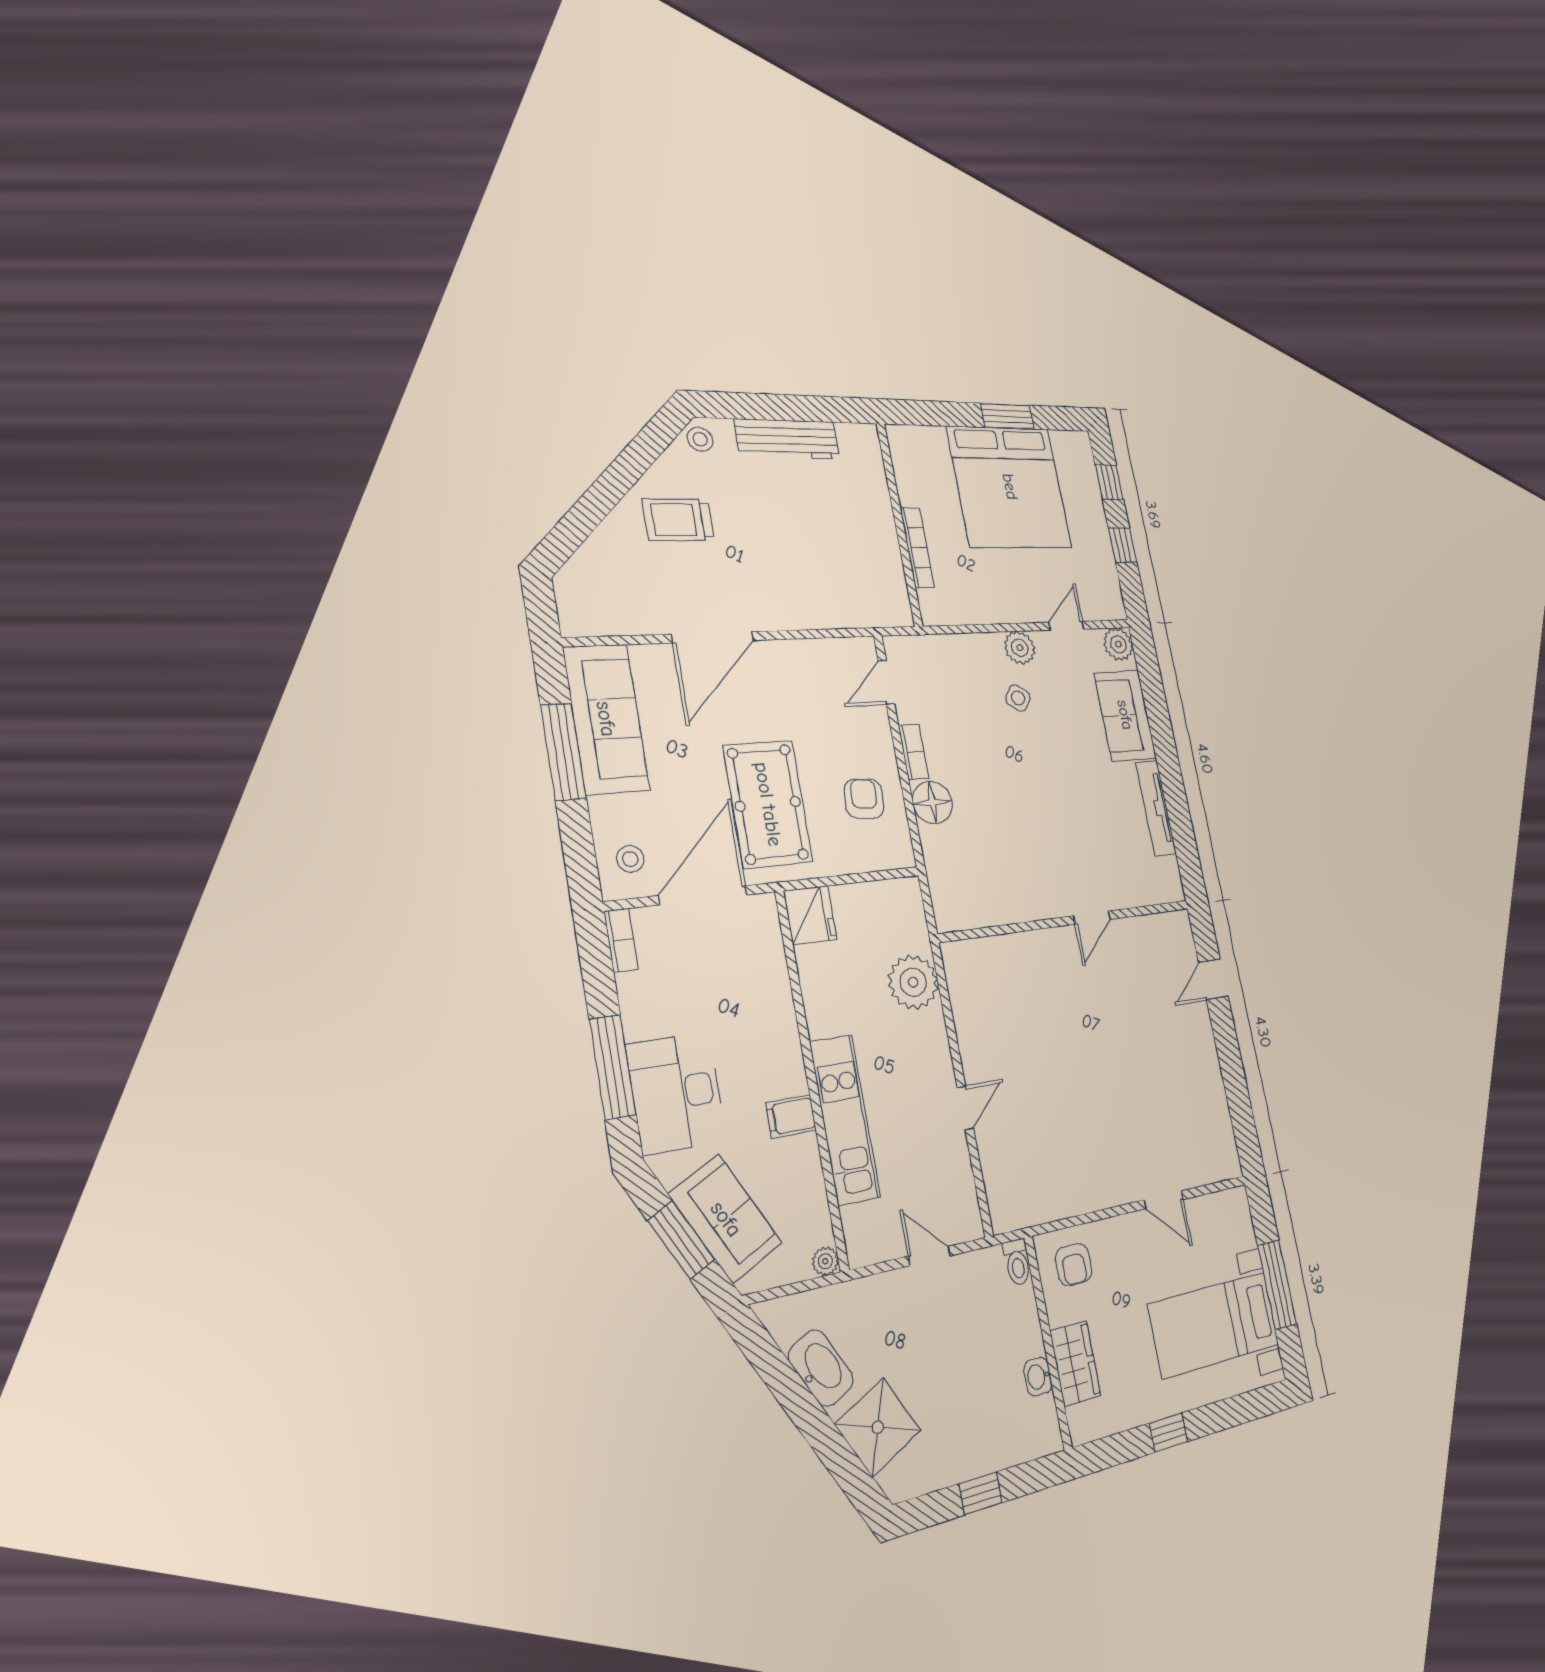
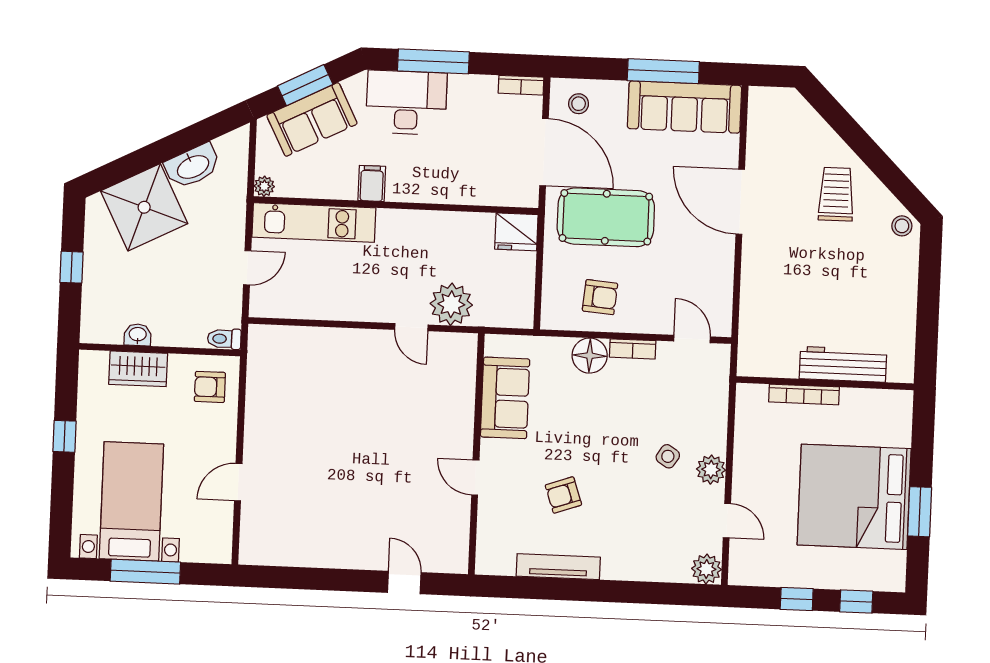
workbench: (787, 439) -> (843, 364), moved, turned 90
sofa: (1125, 715) -> (505, 398), moved, turned 90
armchair: (1085, 813) -> (563, 495), added
door: (965, 1108) -> (411, 327), moved
kitchen unit: (845, 1119) -> (314, 223), moved
shower: (878, 1427) -> (144, 207), width x1.37, depth x1.37

